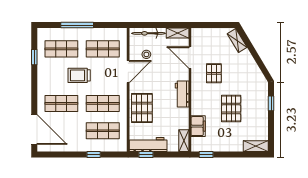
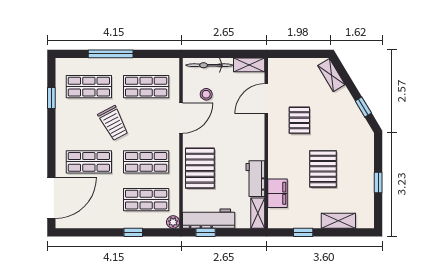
door: (190, 58) -> (266, 99), hinge flipped
window: (260, 64) -> (363, 107), added
trolley: (79, 75) -> (113, 123), turned -118
workbench: (182, 94) -> (255, 179), moved
window: (271, 103) -> (378, 183), moved
door: (34, 130) -> (51, 198), hinge flipped
shelving: (256, 146) -> (338, 221), moved
plant: (122, 147) -> (173, 222), added
window: (206, 155) -> (303, 232), moved

